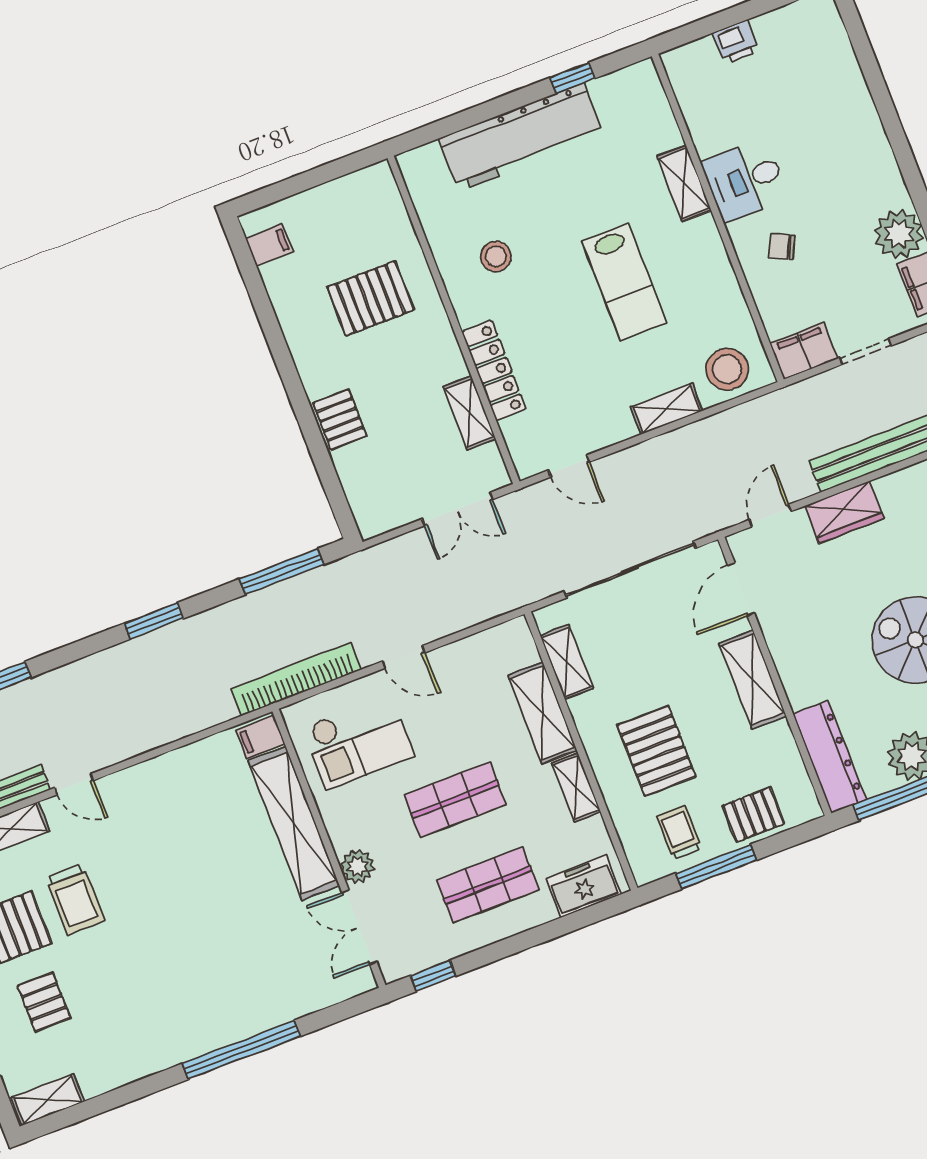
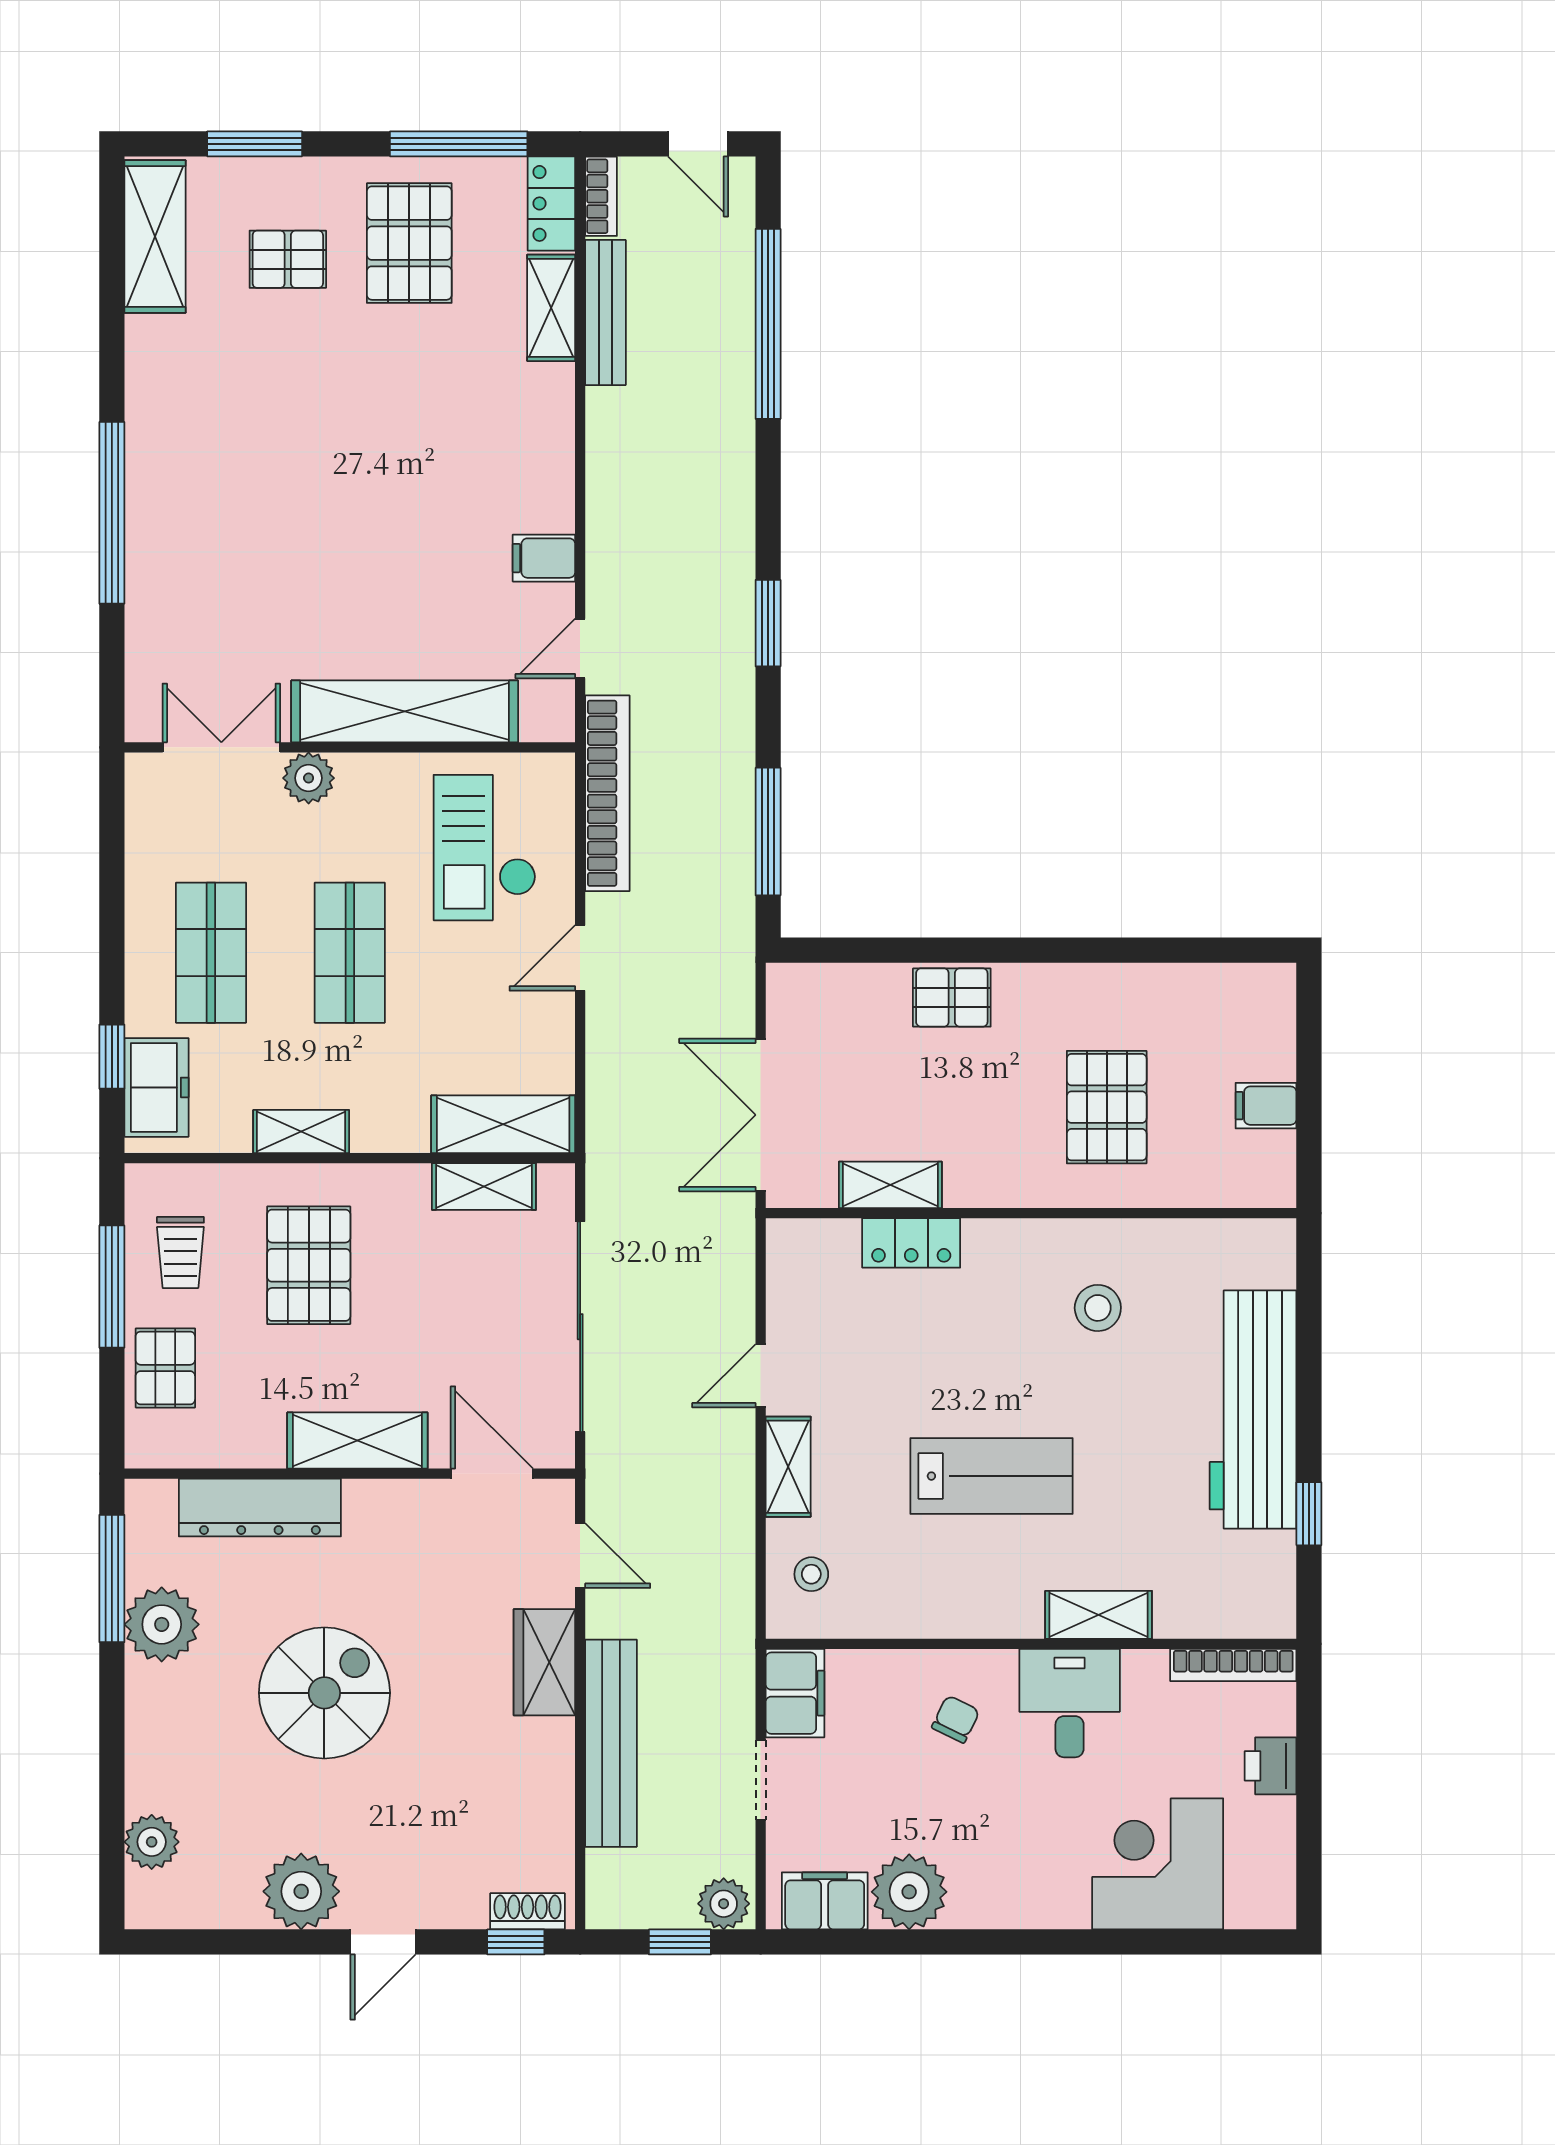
corner desk: (823, 88) -> (1158, 1864), added
bookcase: (683, 89) -> (1233, 1665), added
filing cabinet: (269, 245) -> (1266, 1106), moved, turned 90
lab bench: (624, 282) -> (991, 1476), turned 180
stool: (727, 369) -> (811, 1574), width x0.53, depth x0.53
locker: (494, 371) -> (911, 1243), width x0.66
door: (569, 466) -> (761, 1376), moved
double door: (457, 509) -> (761, 1115), width x1.37
shelving: (542, 713) -> (503, 1124), moved
filing cabinet: (260, 737) -> (544, 558), moved, turned -90
pallet: (656, 751) -> (309, 1265), turned 90
dresser: (830, 757) -> (260, 1508), moved
door: (74, 784) -> (580, 649), moved
trolley: (679, 833) -> (180, 1253), turned 90
trolley: (75, 899) -> (416, 359), removed
window: (433, 976) -> (112, 1057), moved
shelving: (48, 1100) -> (155, 237), width x1.50, depth x1.33

